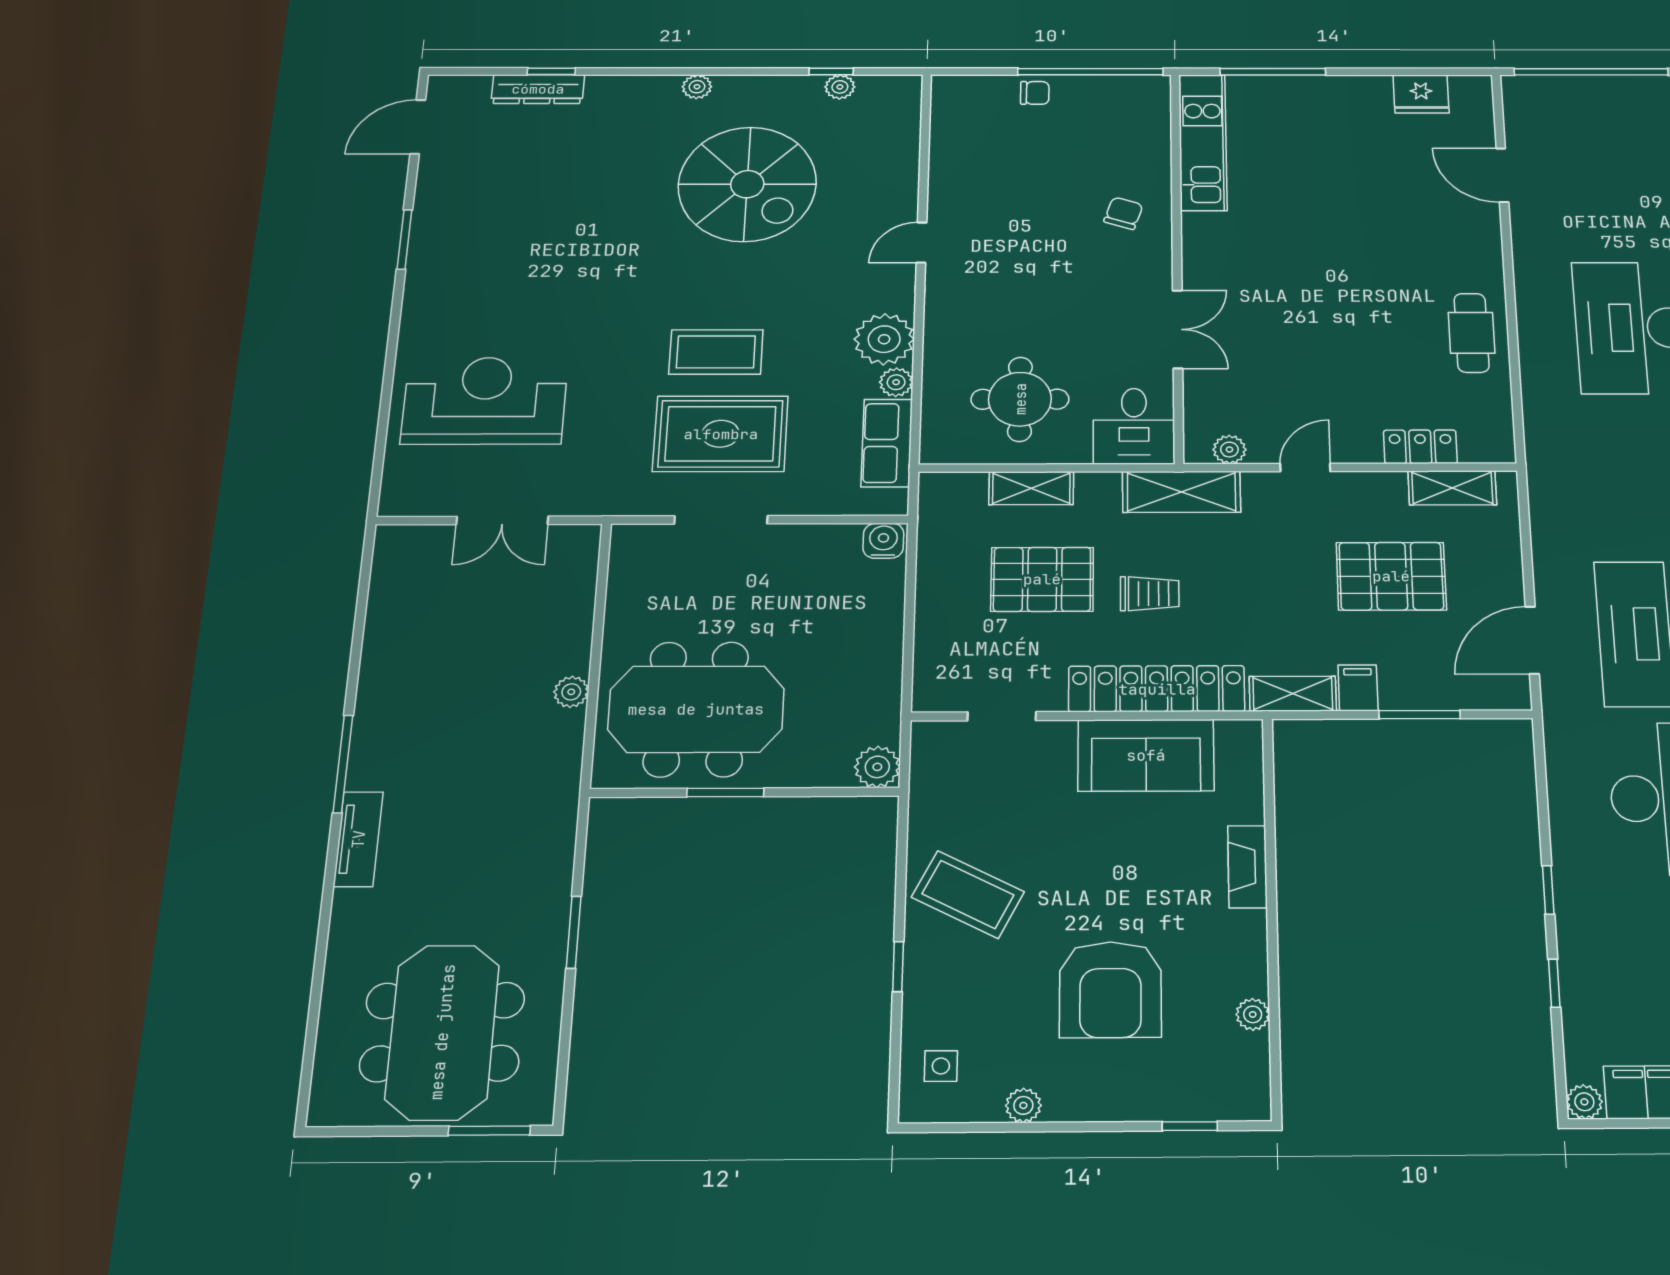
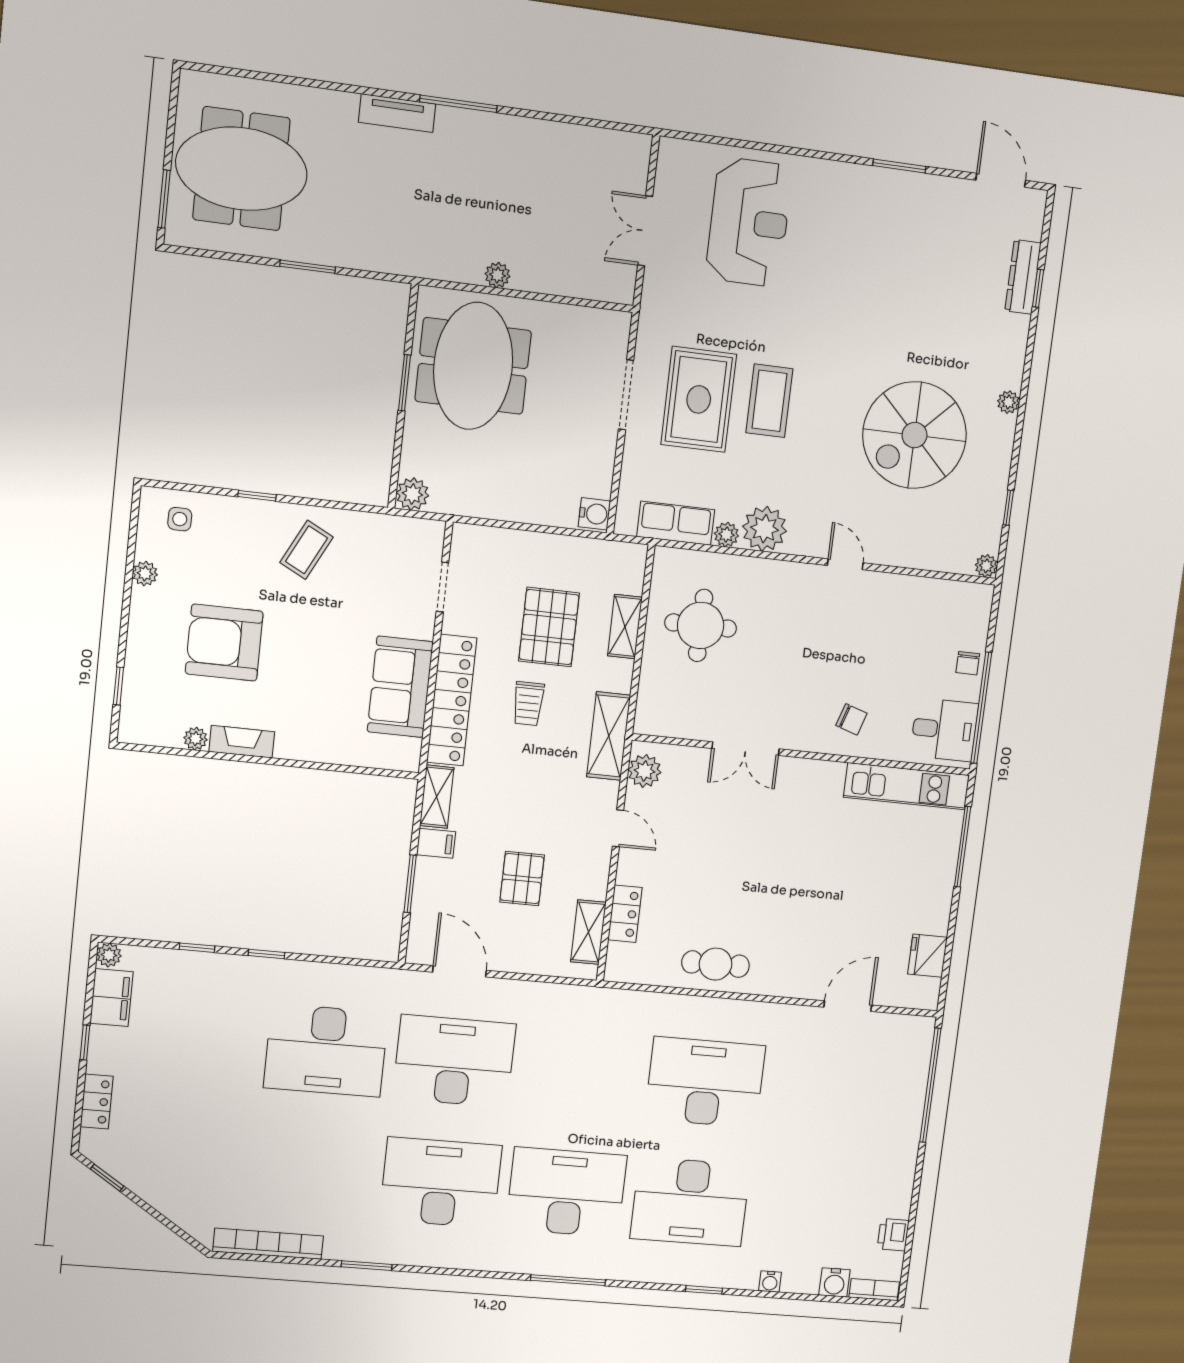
plant: (840, 87) -> (986, 566), moved
desk: (1134, 426) -> (944, 730), moved, turned 180
plant: (1229, 450) -> (645, 771), width x1.38, depth x1.38
pallet: (1391, 576) -> (522, 879), width x0.67, depth x0.71
fireplace: (1247, 867) -> (242, 742), moved
coffee table: (968, 894) -> (307, 550), width x0.73, depth x0.77

